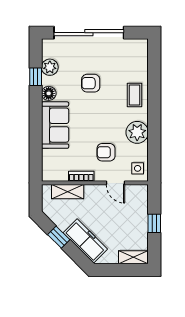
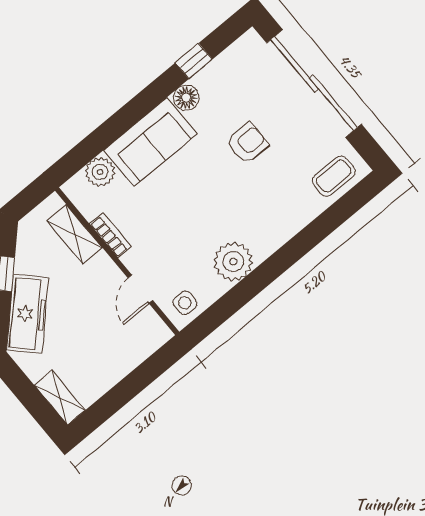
plant: (50, 67) -> (100, 172), moved
armchair: (91, 83) -> (247, 143), turned 90
coffee table: (135, 95) -> (334, 176), moved
armchair: (106, 152) -> (171, 242), removed
window: (154, 223) -> (129, 388), removed

